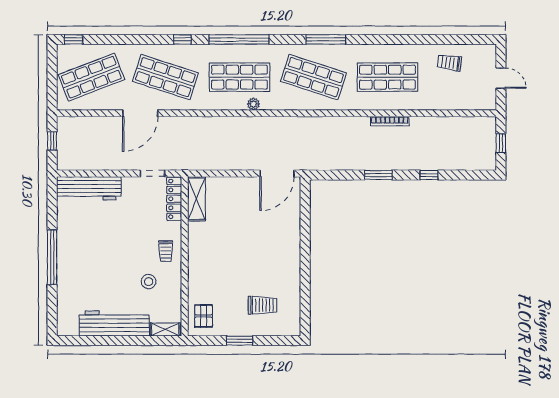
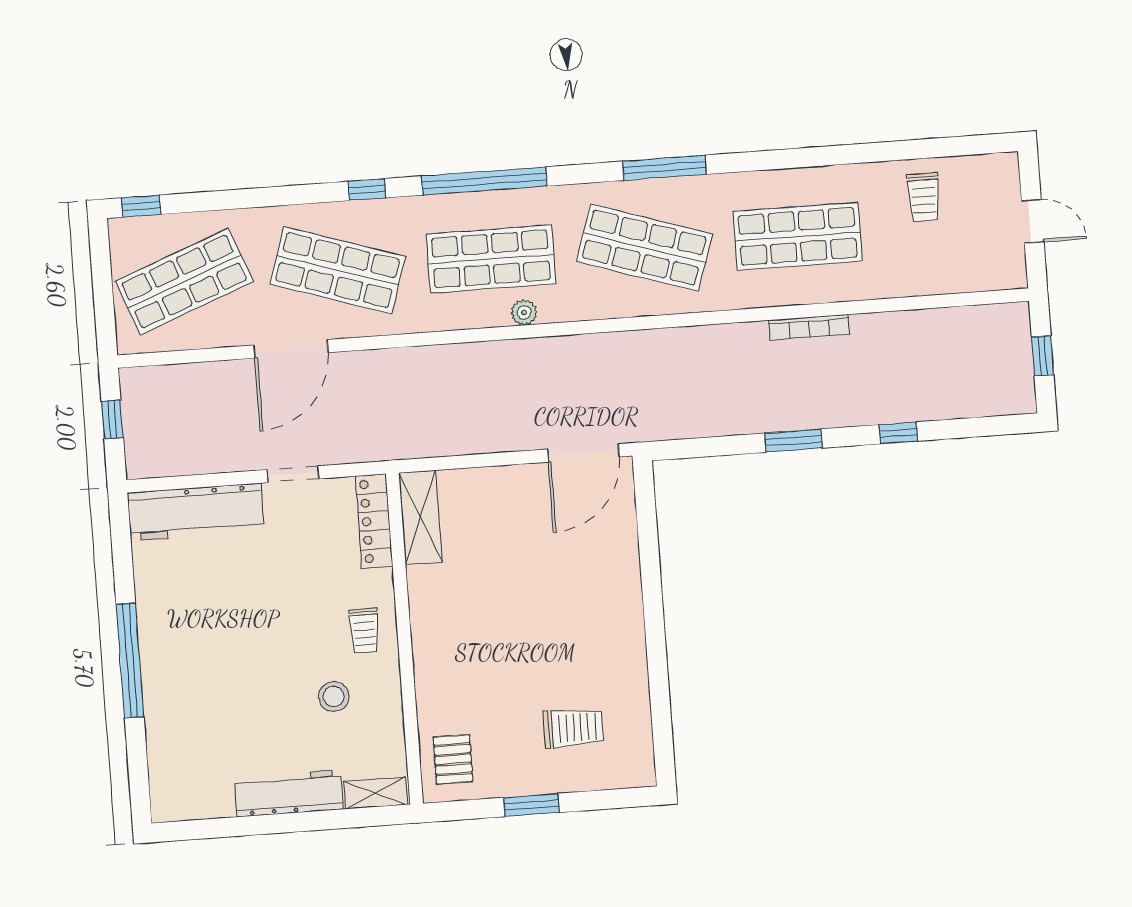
trolley: (449, 63) -> (924, 197), turned -97
doorway: (152, 174) -> (293, 474), moved
workbench: (114, 323) -> (289, 793), width x0.73, depth x0.76

